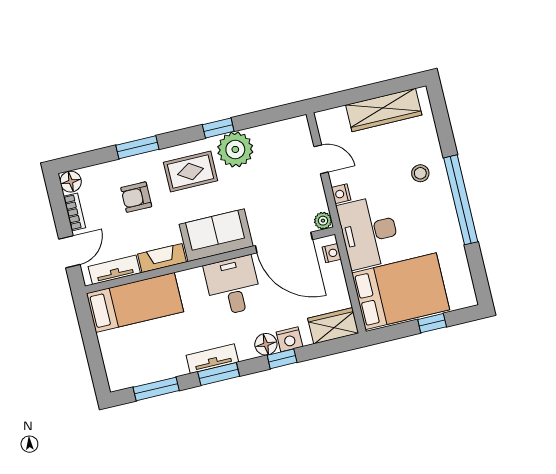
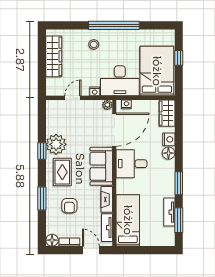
tv unit: (212, 359) -> (169, 212), moved
window: (282, 359) -> (179, 146), removed

